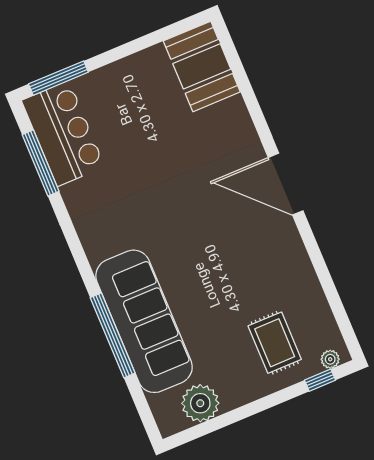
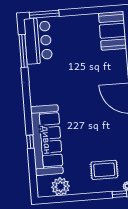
window: (113, 335) -> (30, 142), width x0.32
rug: (275, 343) -> (104, 170), turned 90

